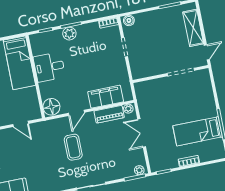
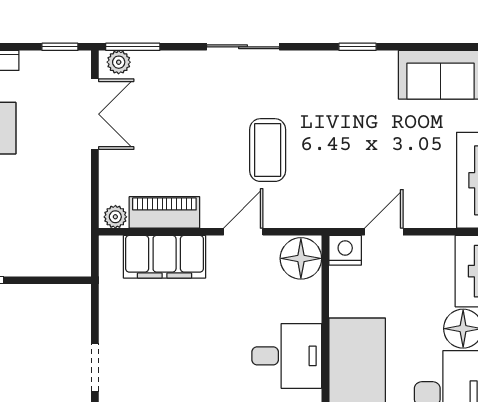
nightstand: (35, 114) -> (345, 250), added
door: (21, 124) -> (384, 232), hinge flipped
double door: (142, 133) -> (95, 114), moved

